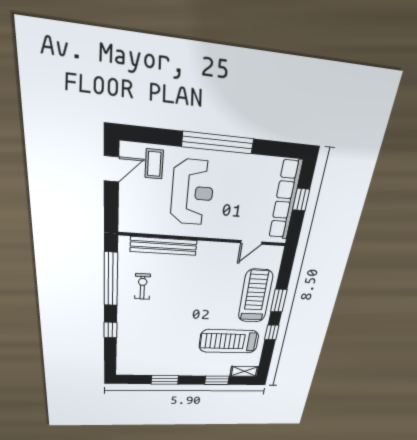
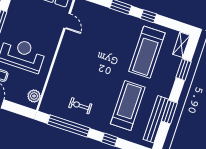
plant: (137, 224) -> (34, 96), added
bench: (164, 246) -> (156, 119), moved
treadmill: (255, 296) -> (128, 106), moved, turned 90

